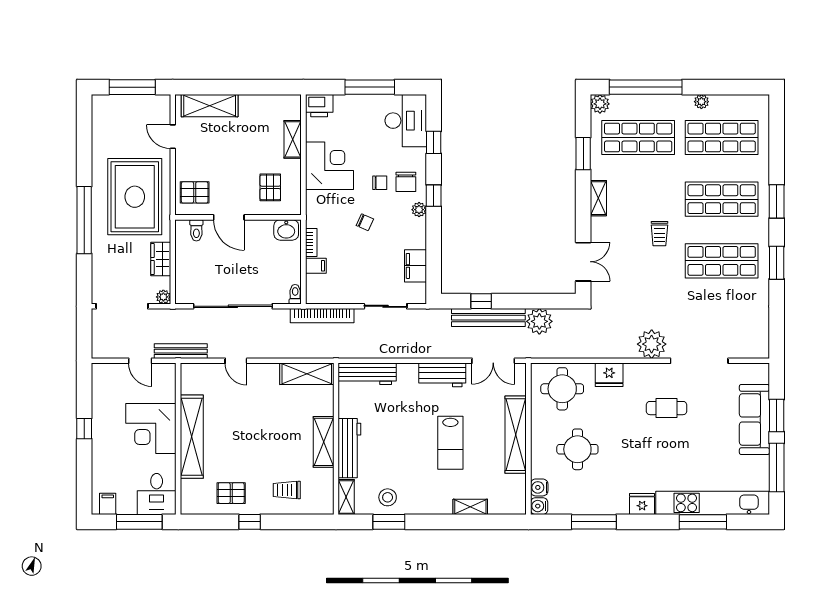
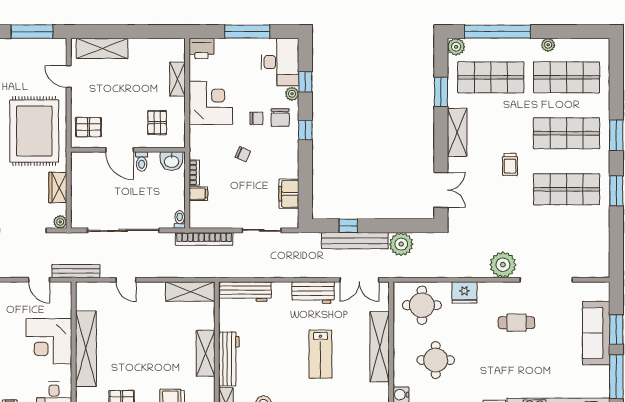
shelving: (598, 198) -> (457, 132), width x1.50, depth x1.33
plant: (419, 210) -> (292, 94), moved
toilet: (196, 230) -> (142, 161), moved

